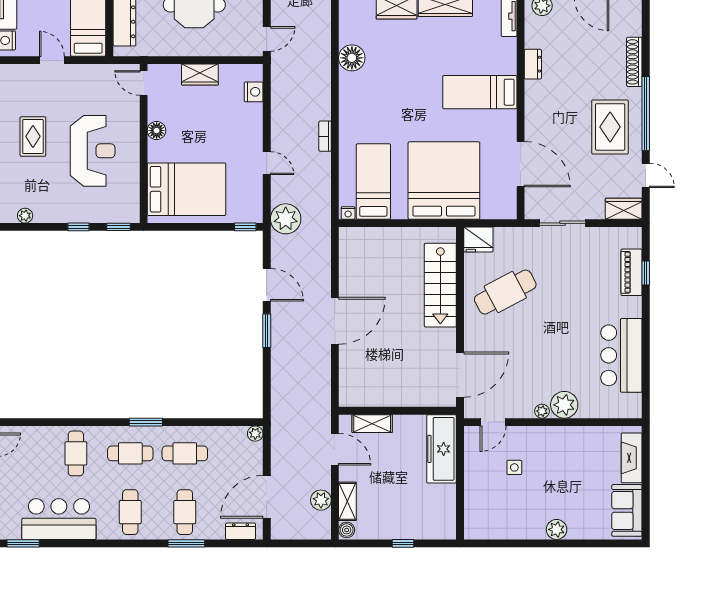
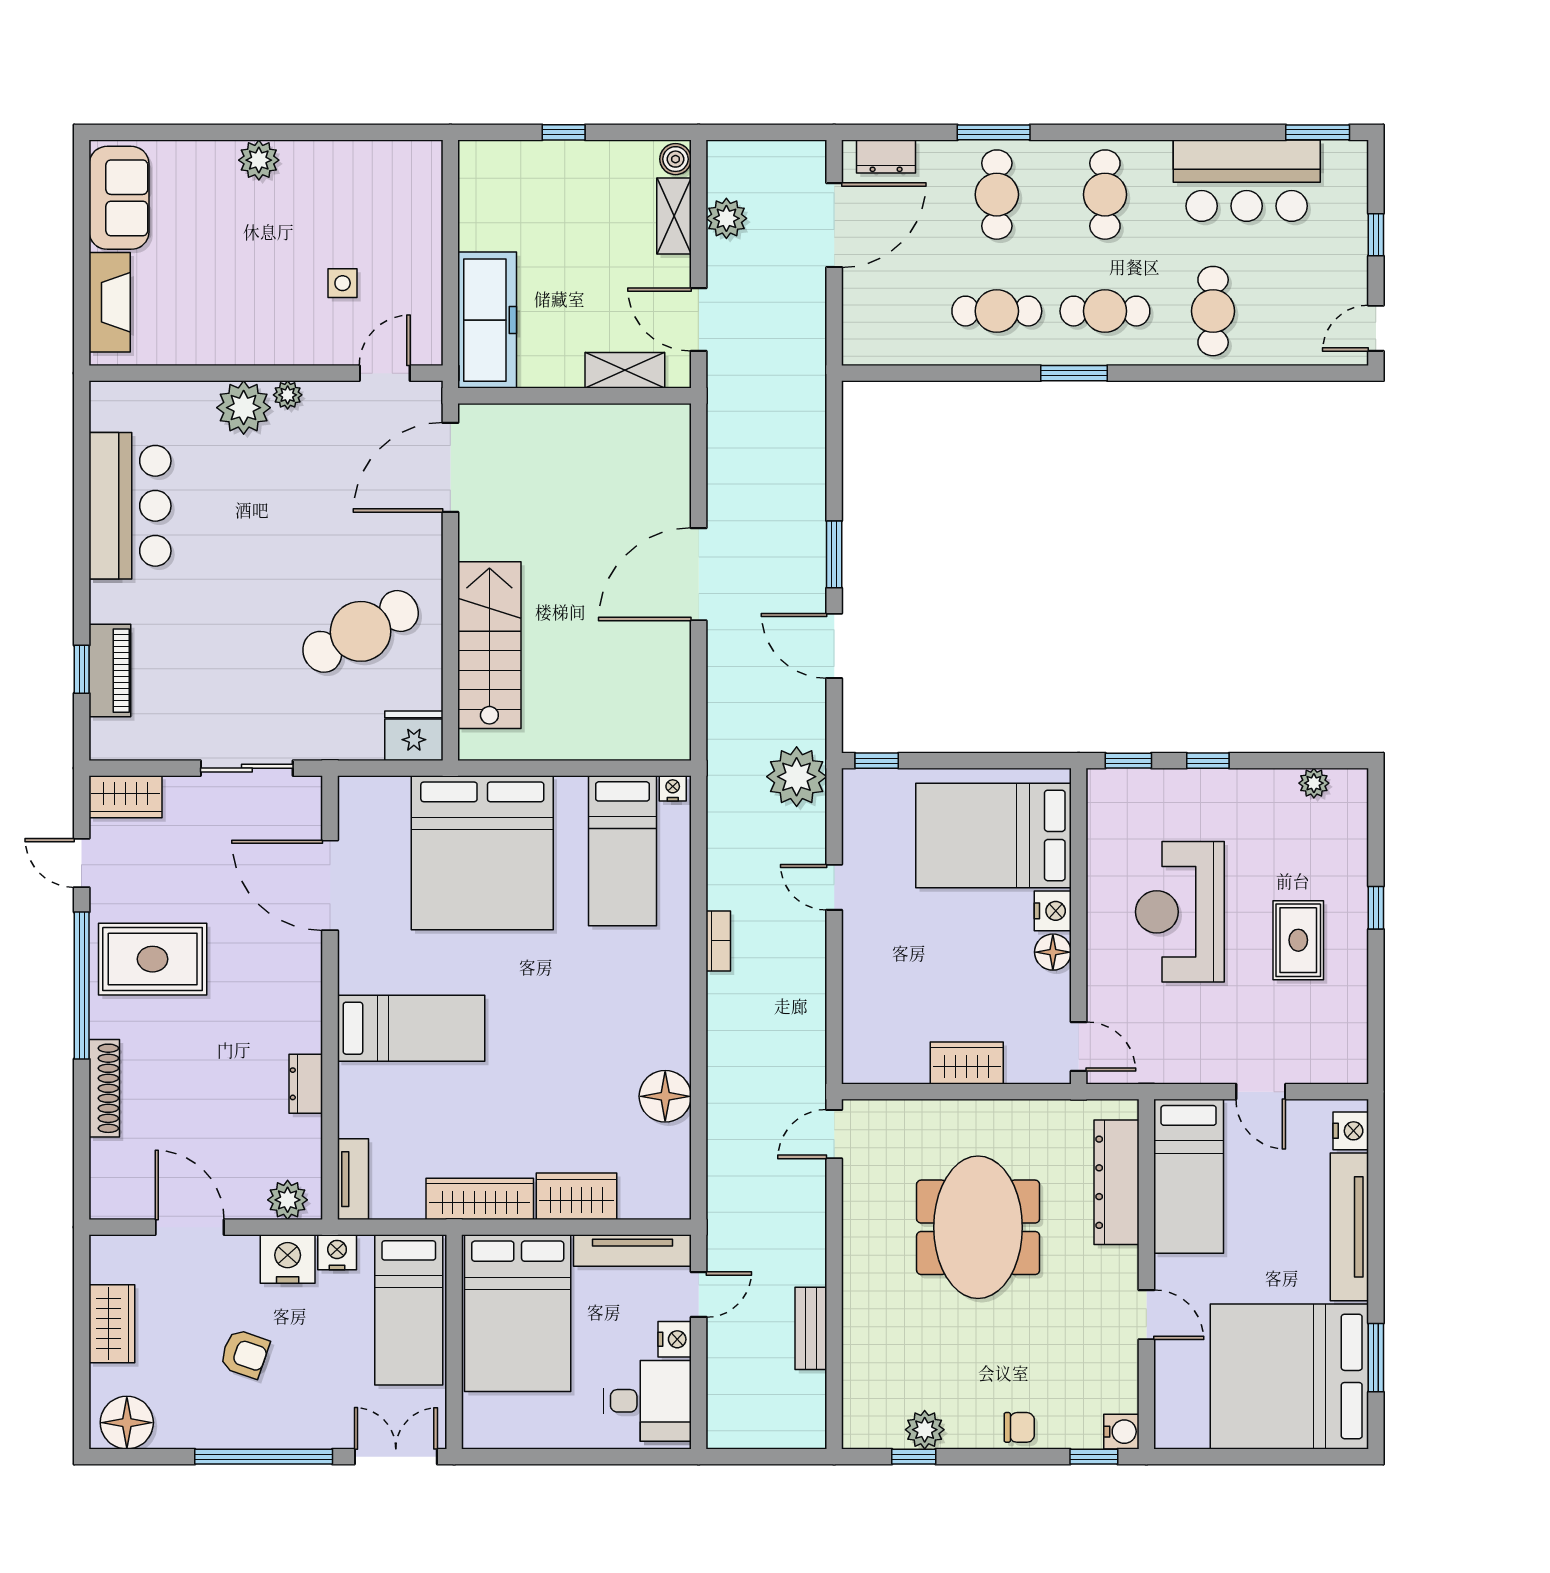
nightstand: (254, 92) -> (1053, 911), moved, turned 180
rug: (610, 127) -> (153, 959), turned 90
plant: (255, 434) -> (857, 350), removed

